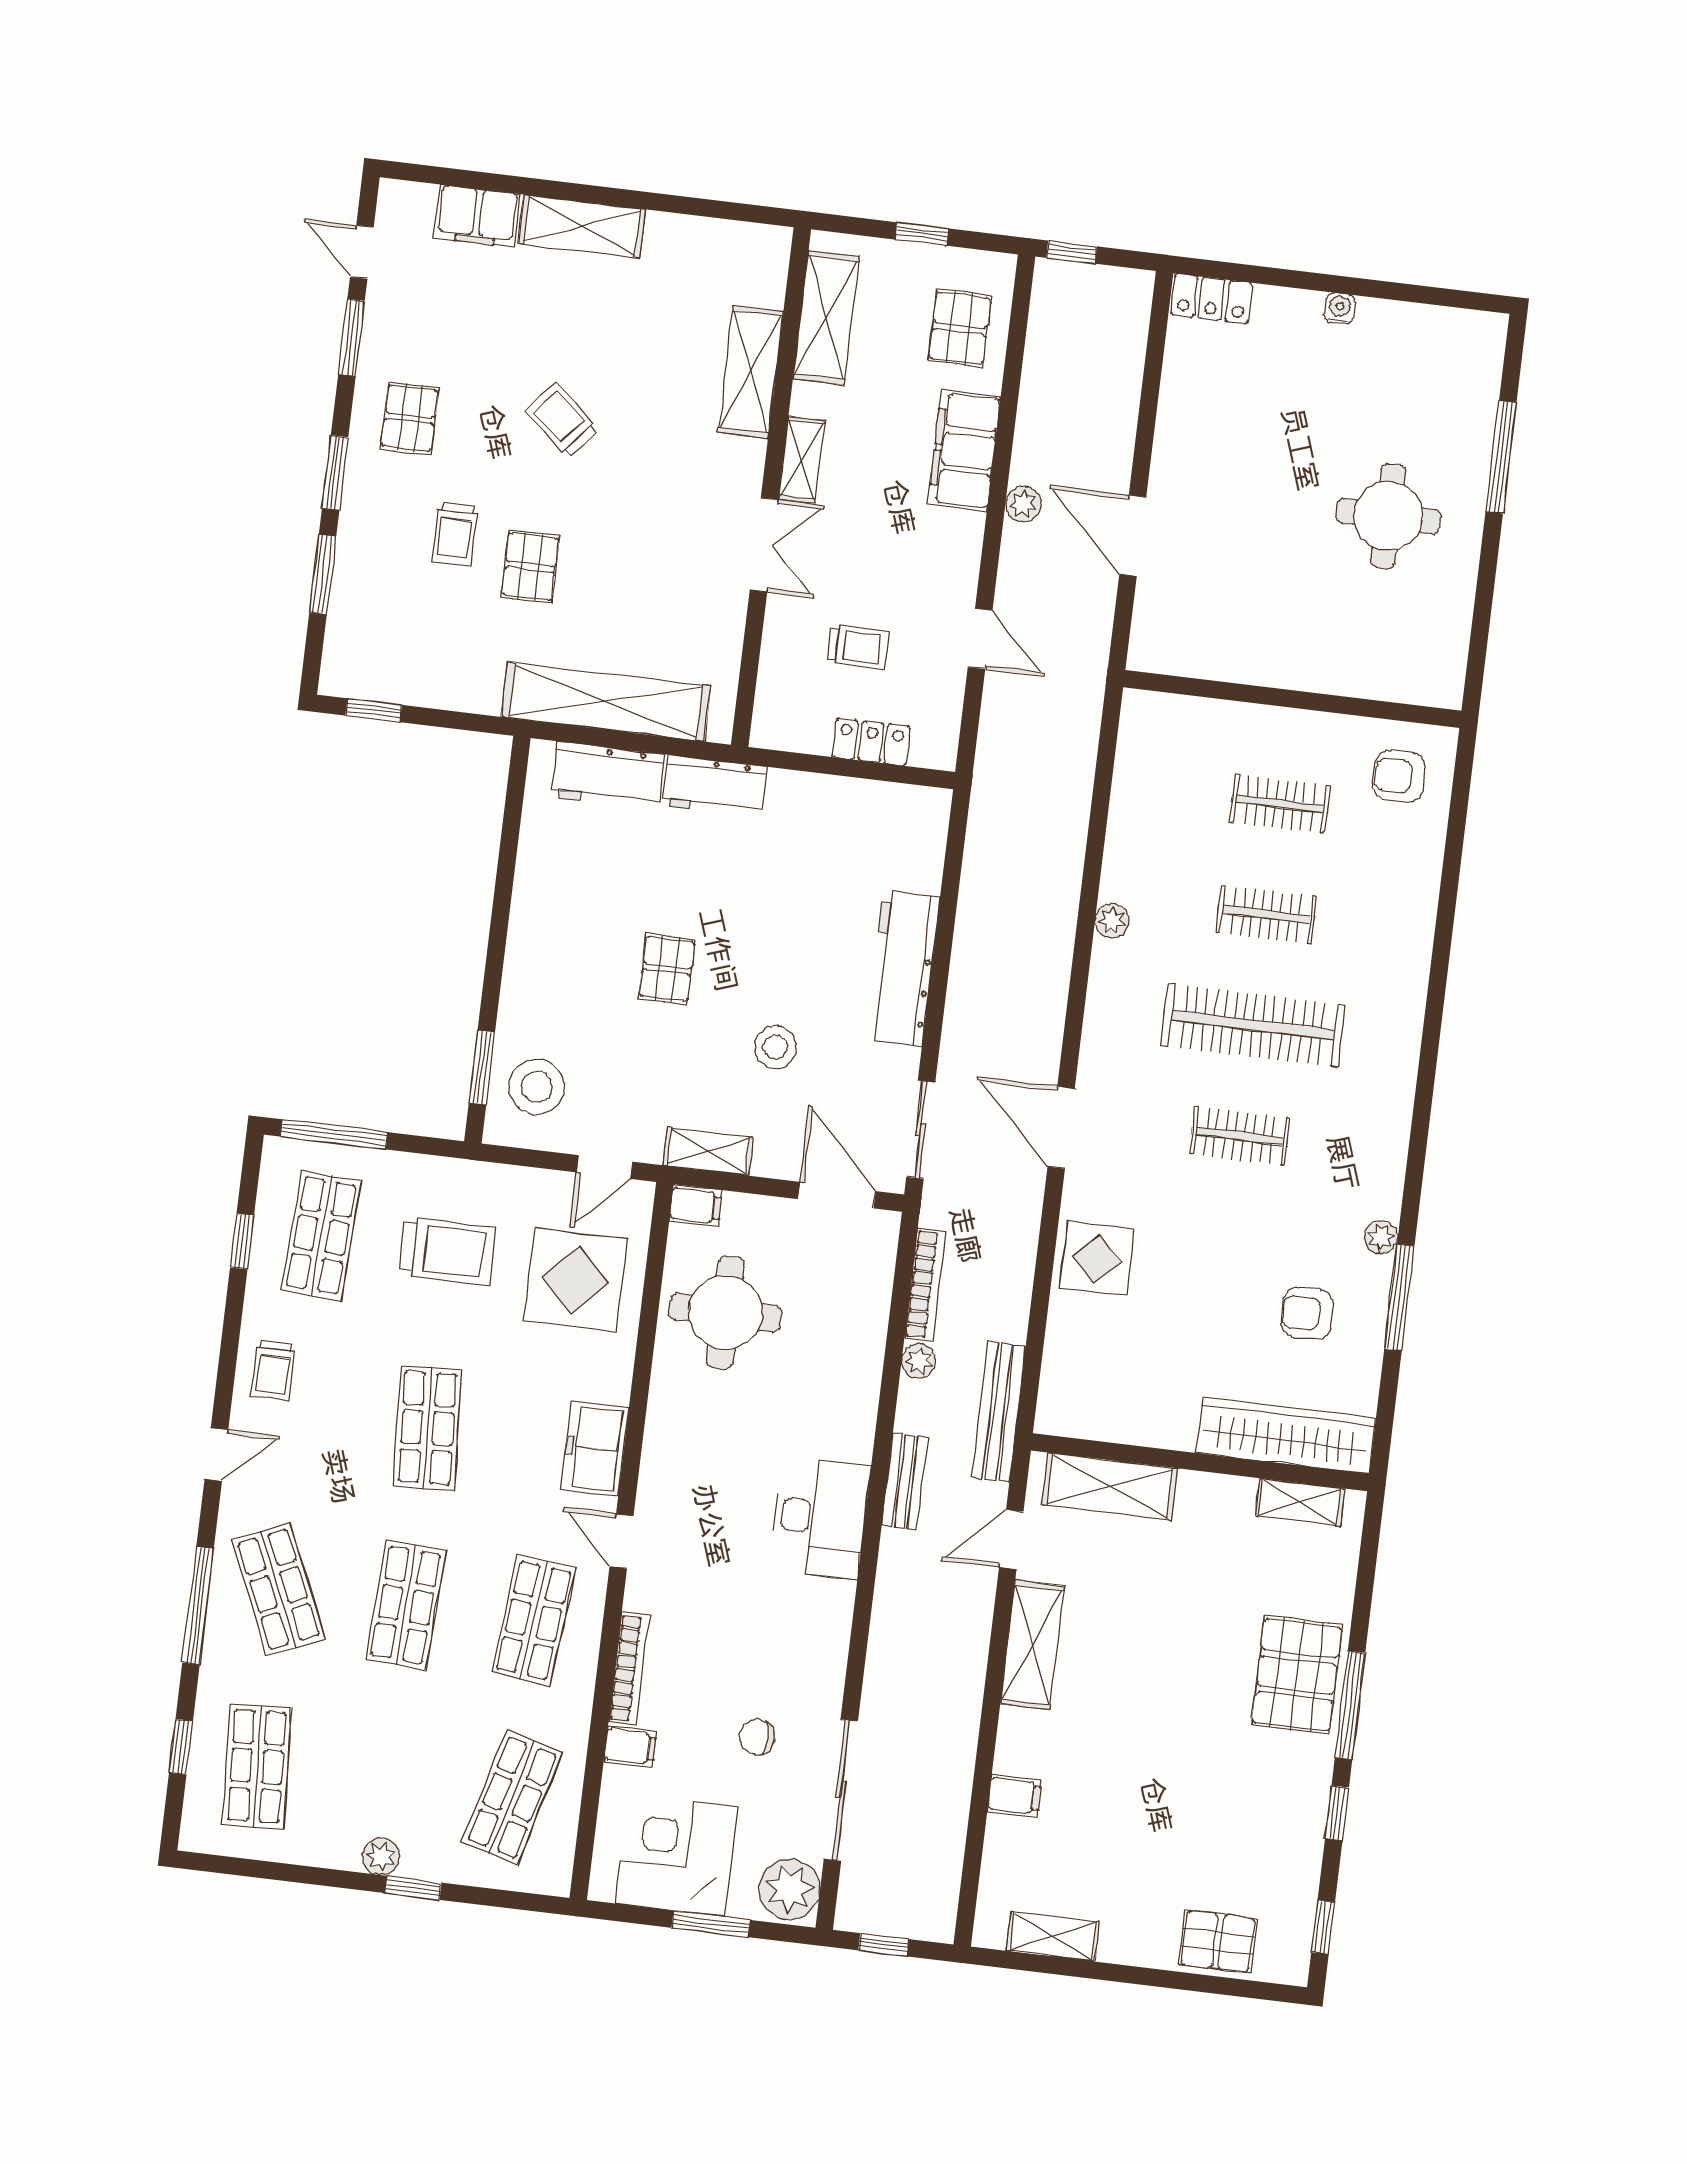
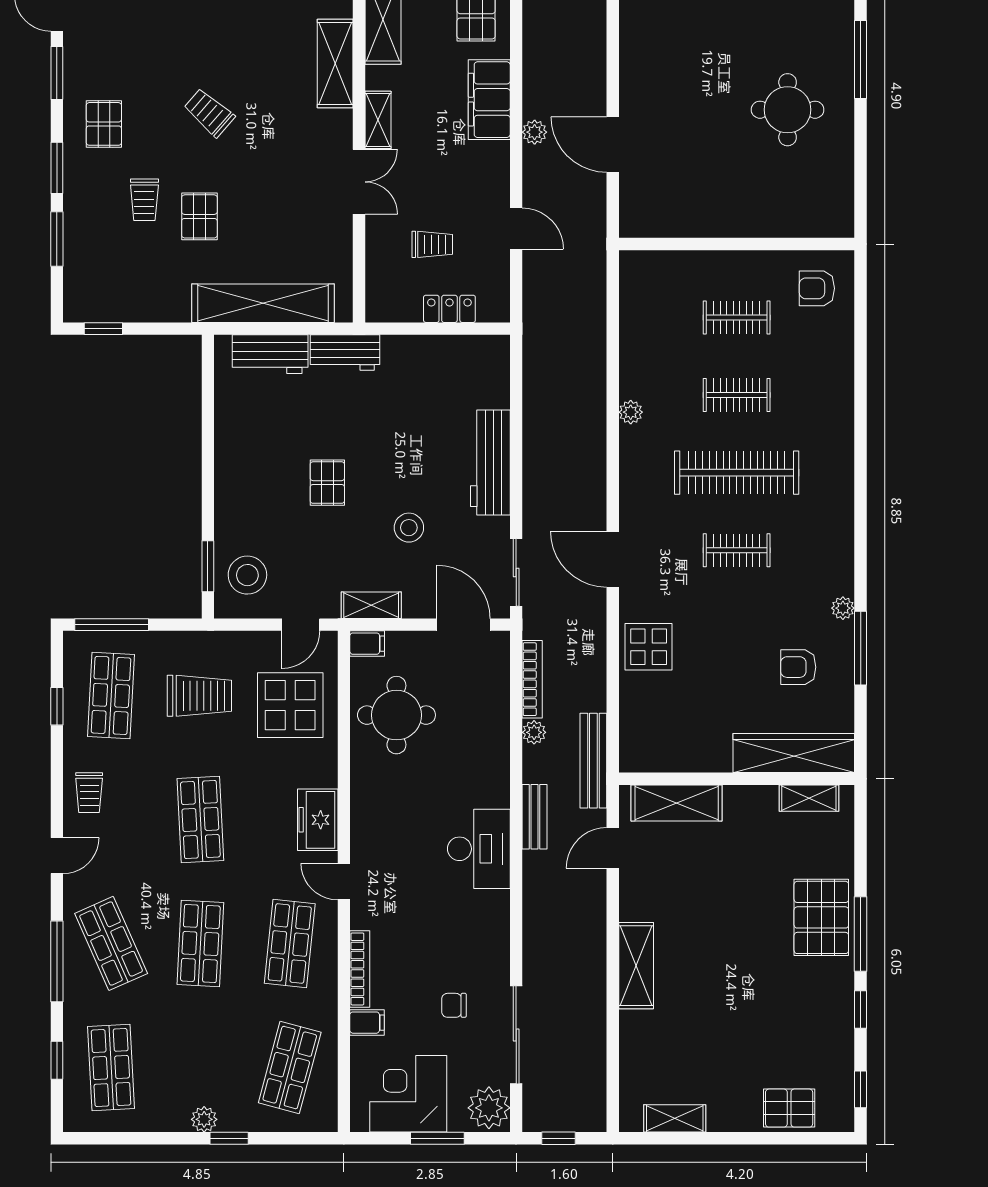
shelving: (1032, 1645) -> (636, 966), moved
filing cabinet: (1014, 1796) -> (636, 1025), removed

